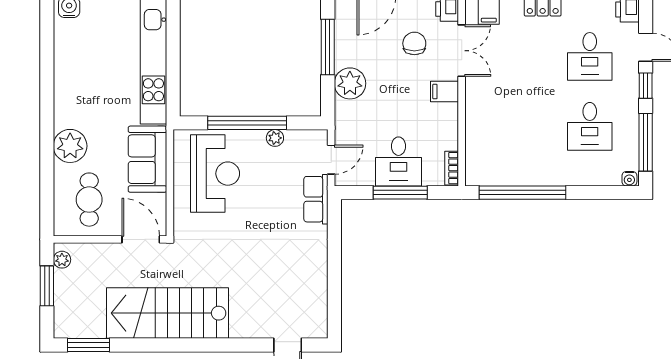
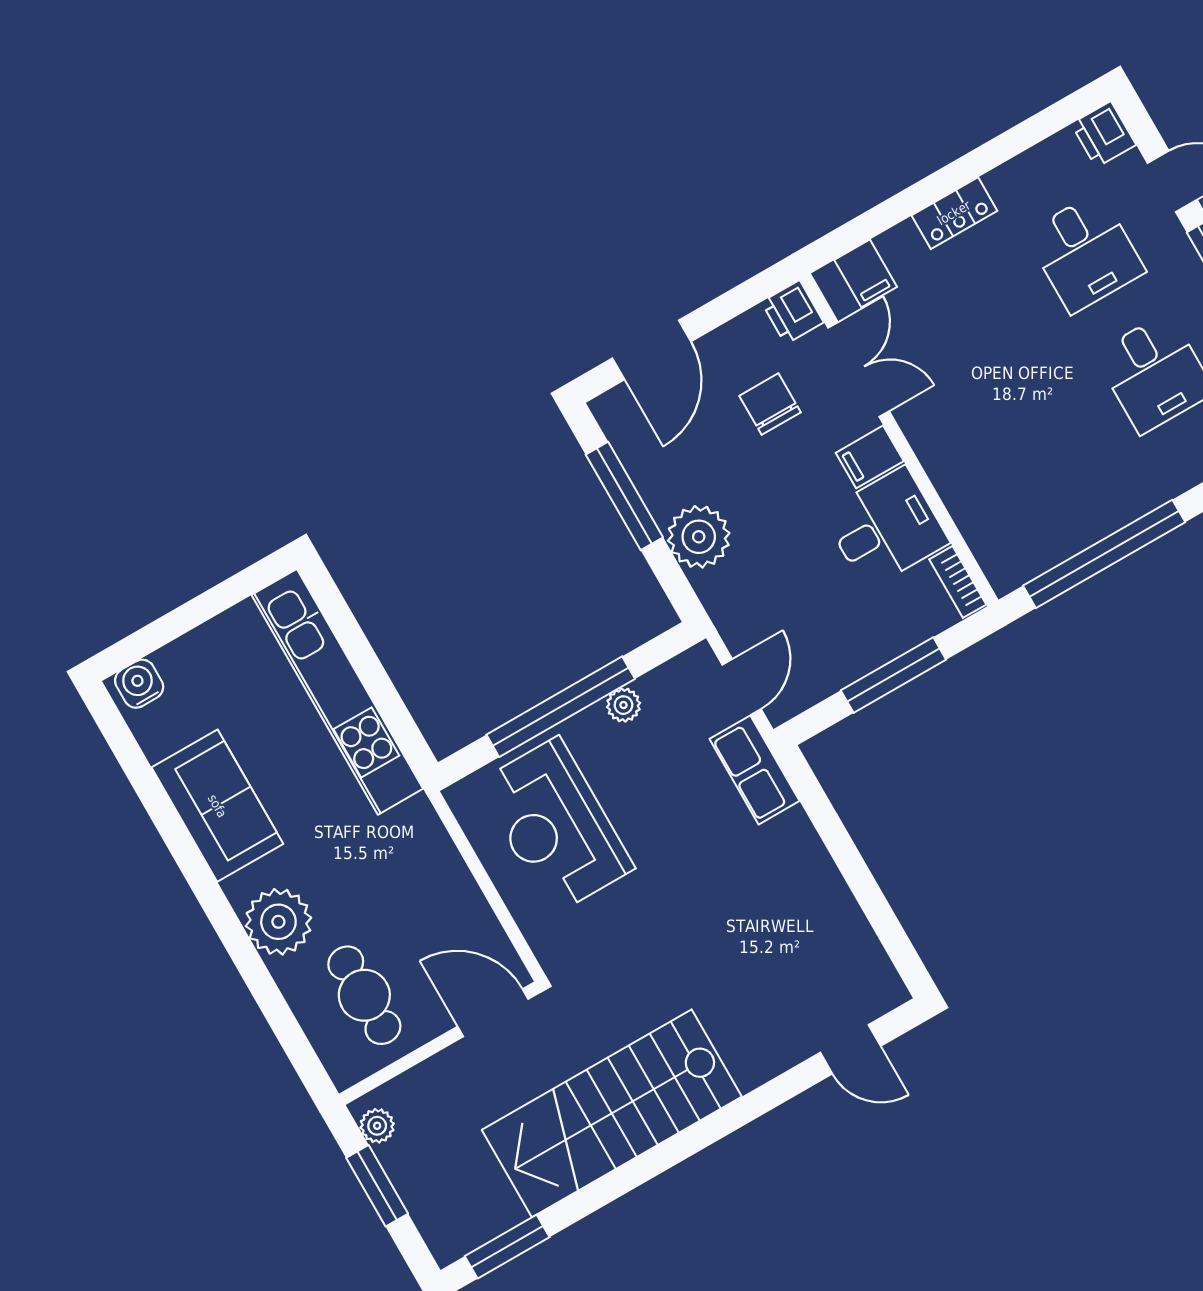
sofa: (147, 159) -> (217, 806), moved, turned 180
desk: (399, 161) -> (886, 528), moved, turned -90
reception desk: (215, 174) -> (555, 826), turned 180

